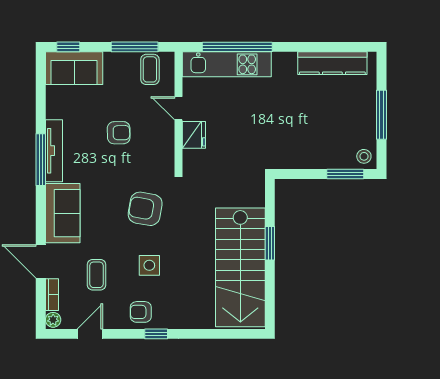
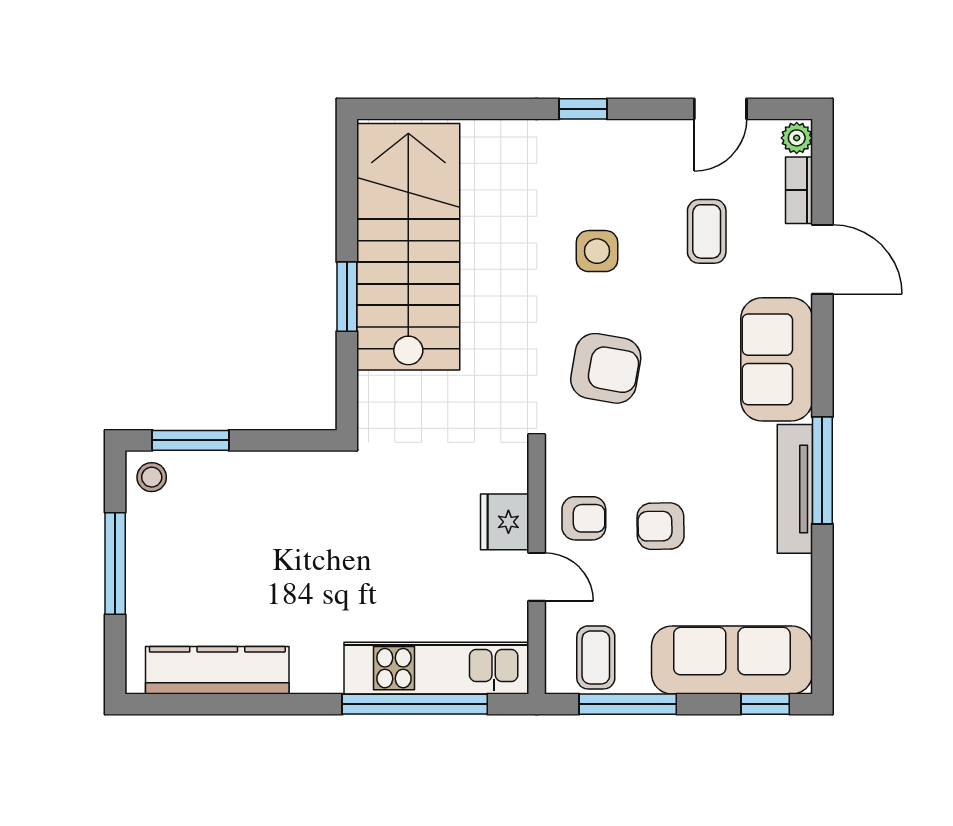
sofa: (74, 68) -> (732, 660), width x1.36
armchair: (141, 312) -> (584, 518), moved

